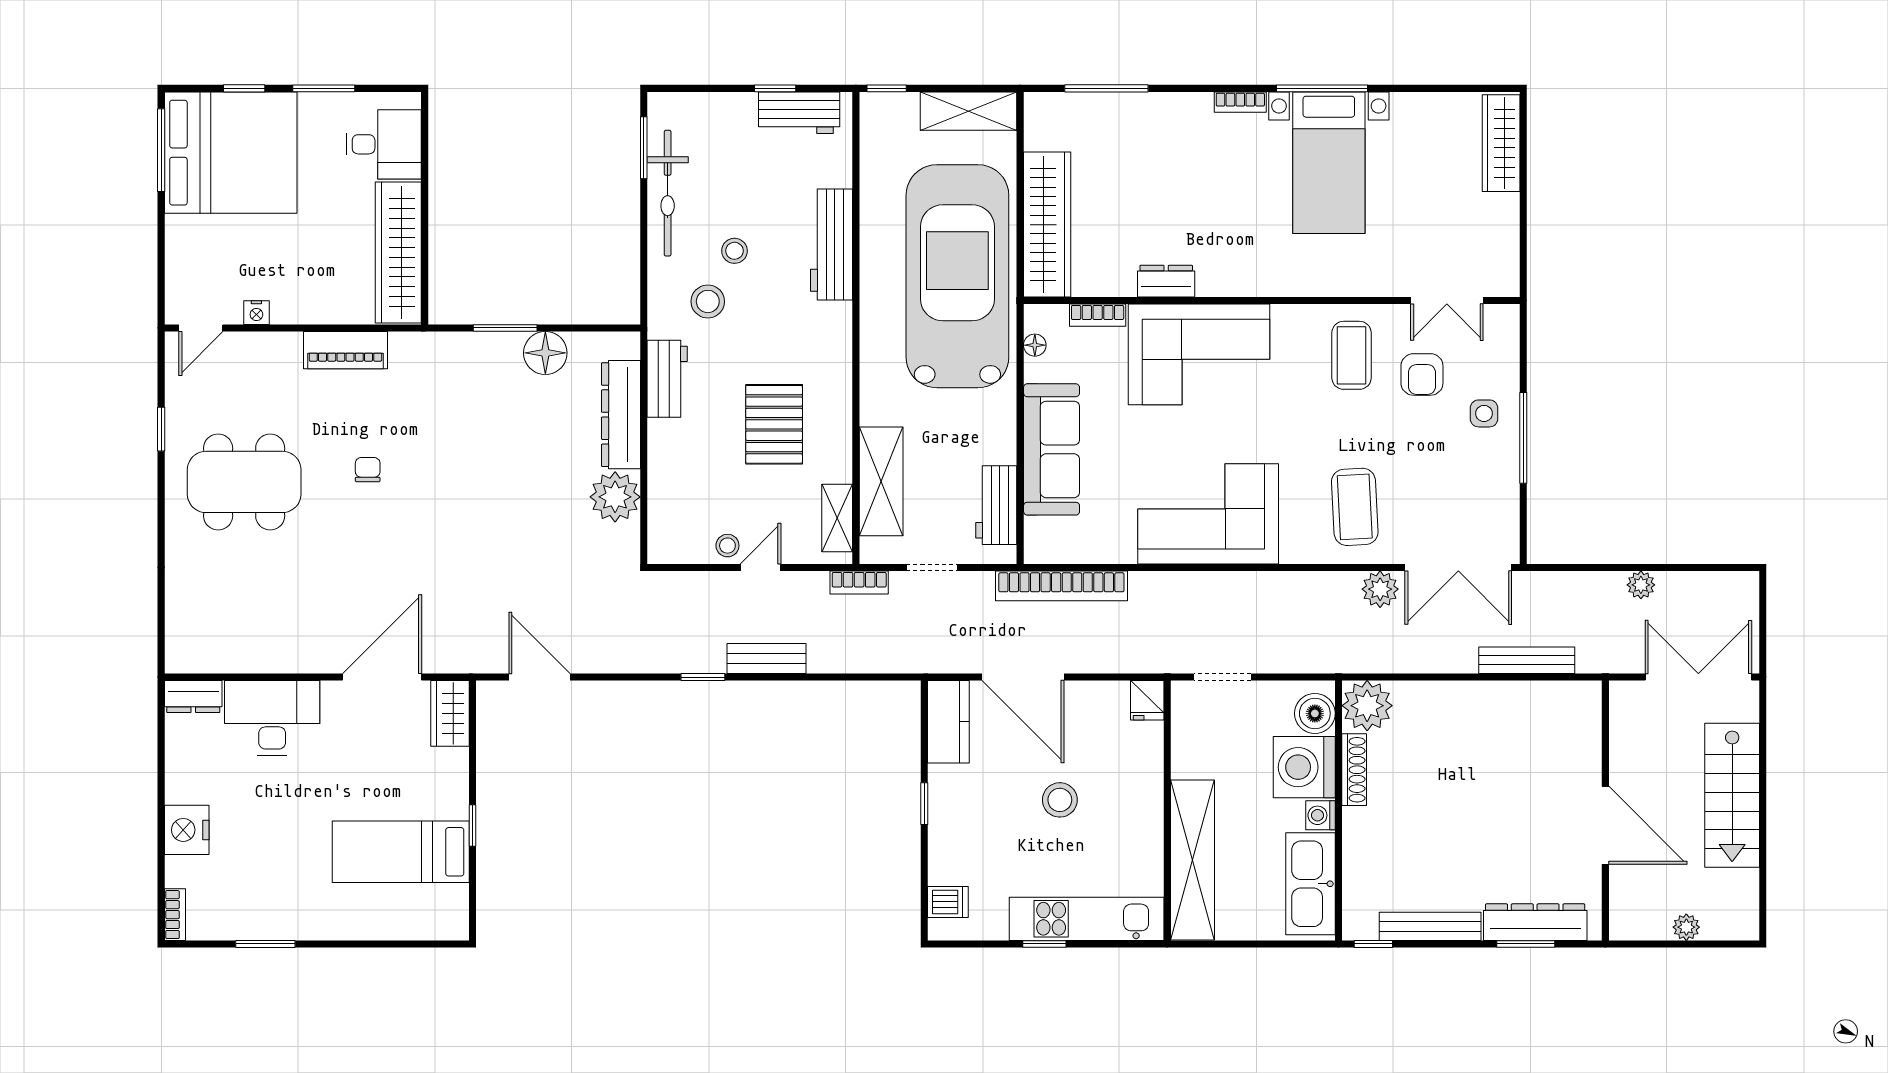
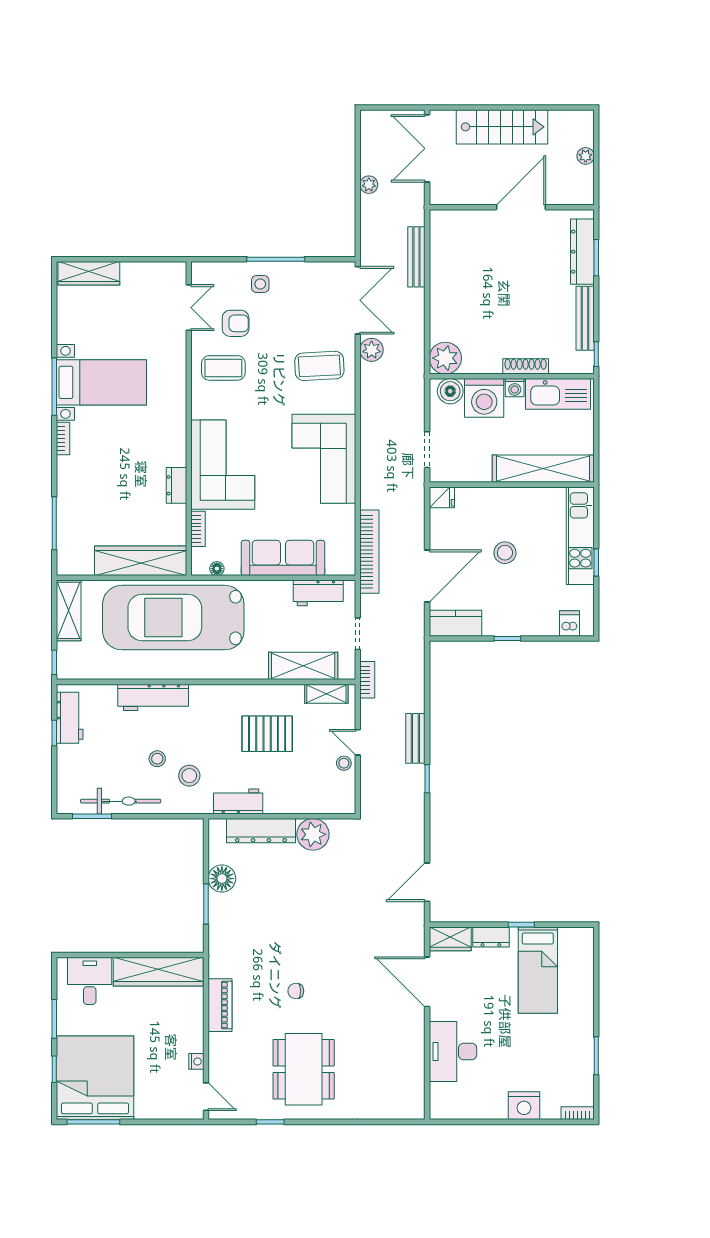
dresser: (193, 697) -> (491, 937), moved, turned 90
shoe rack: (1354, 770) -> (526, 366), moved

